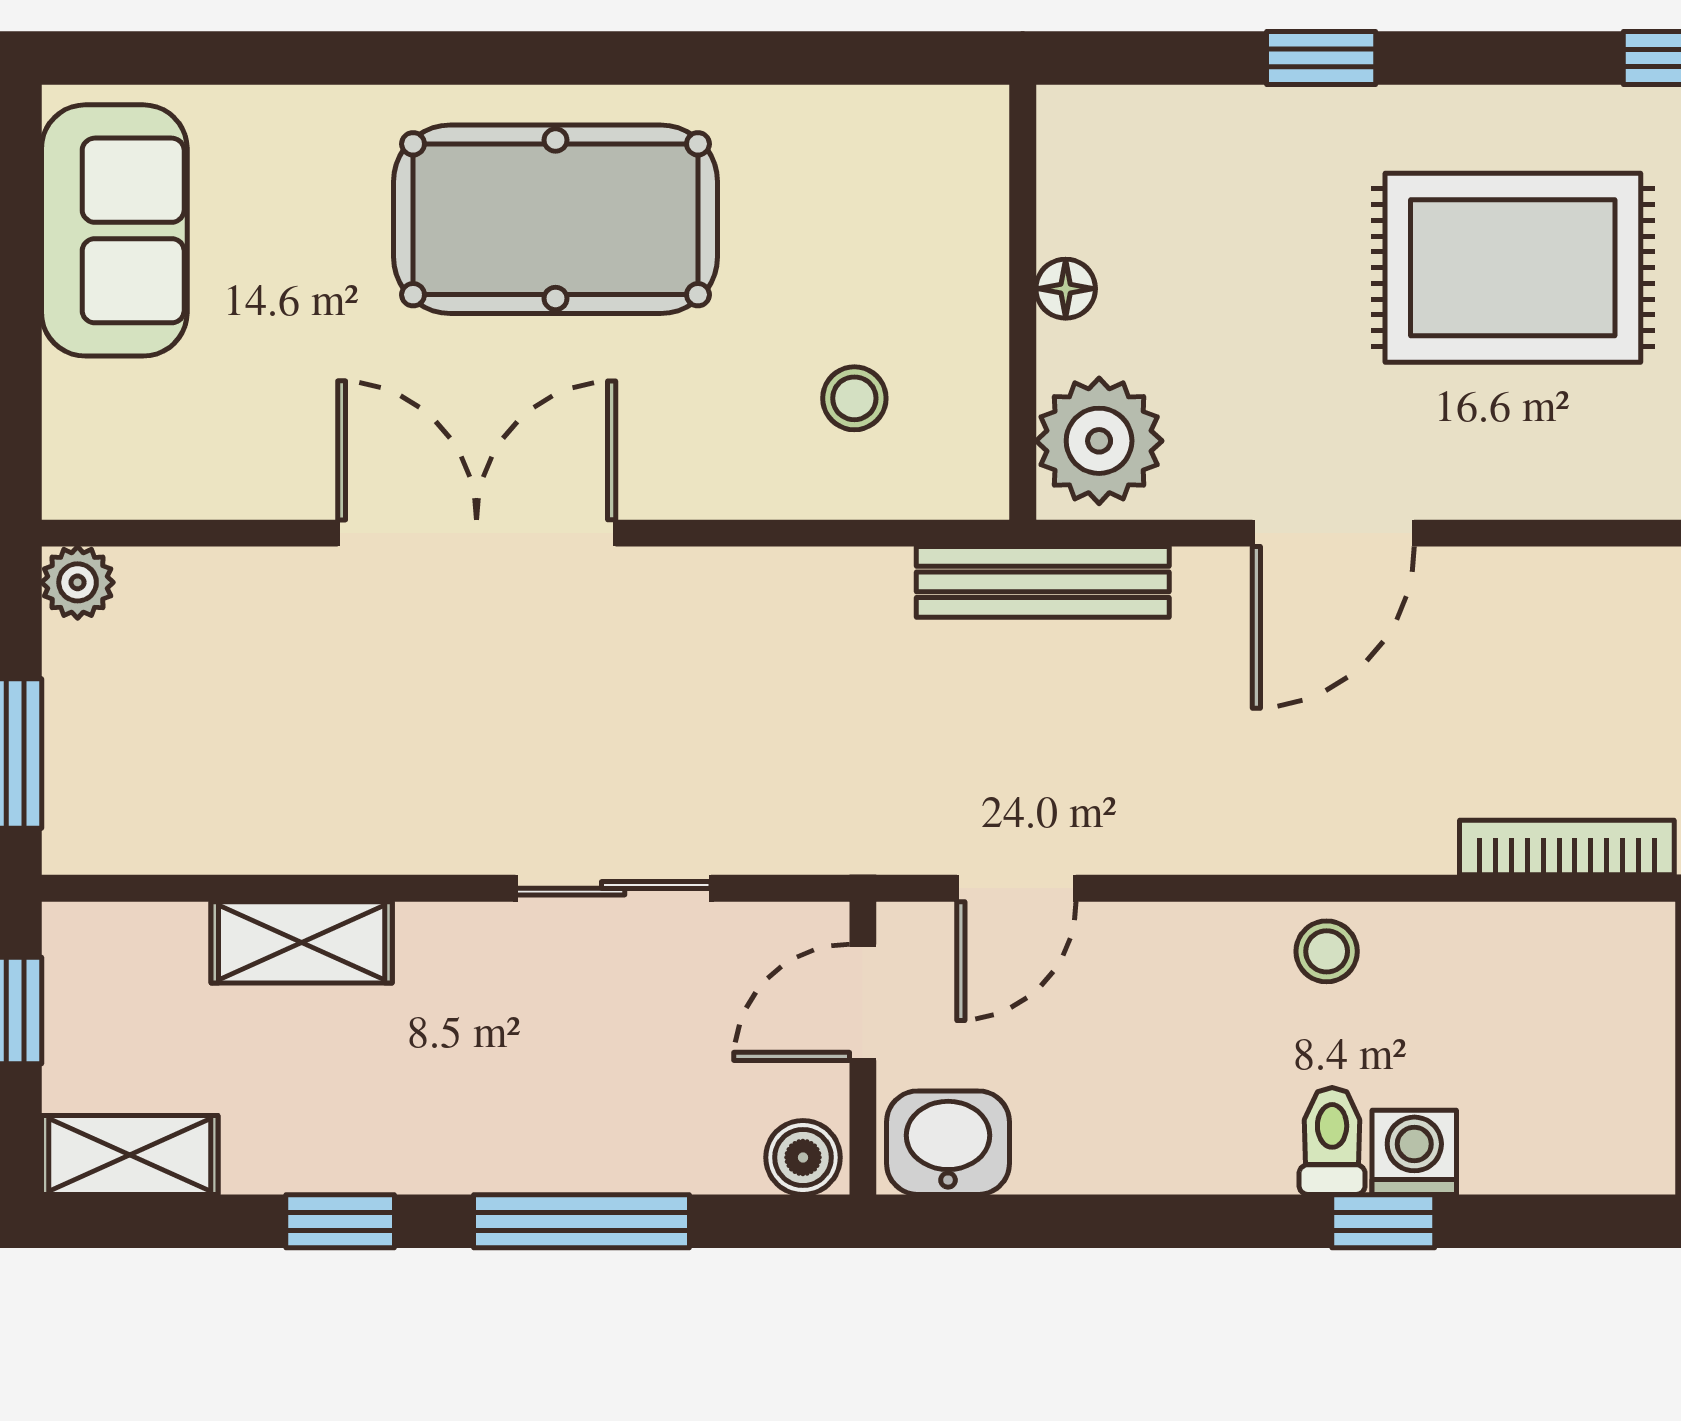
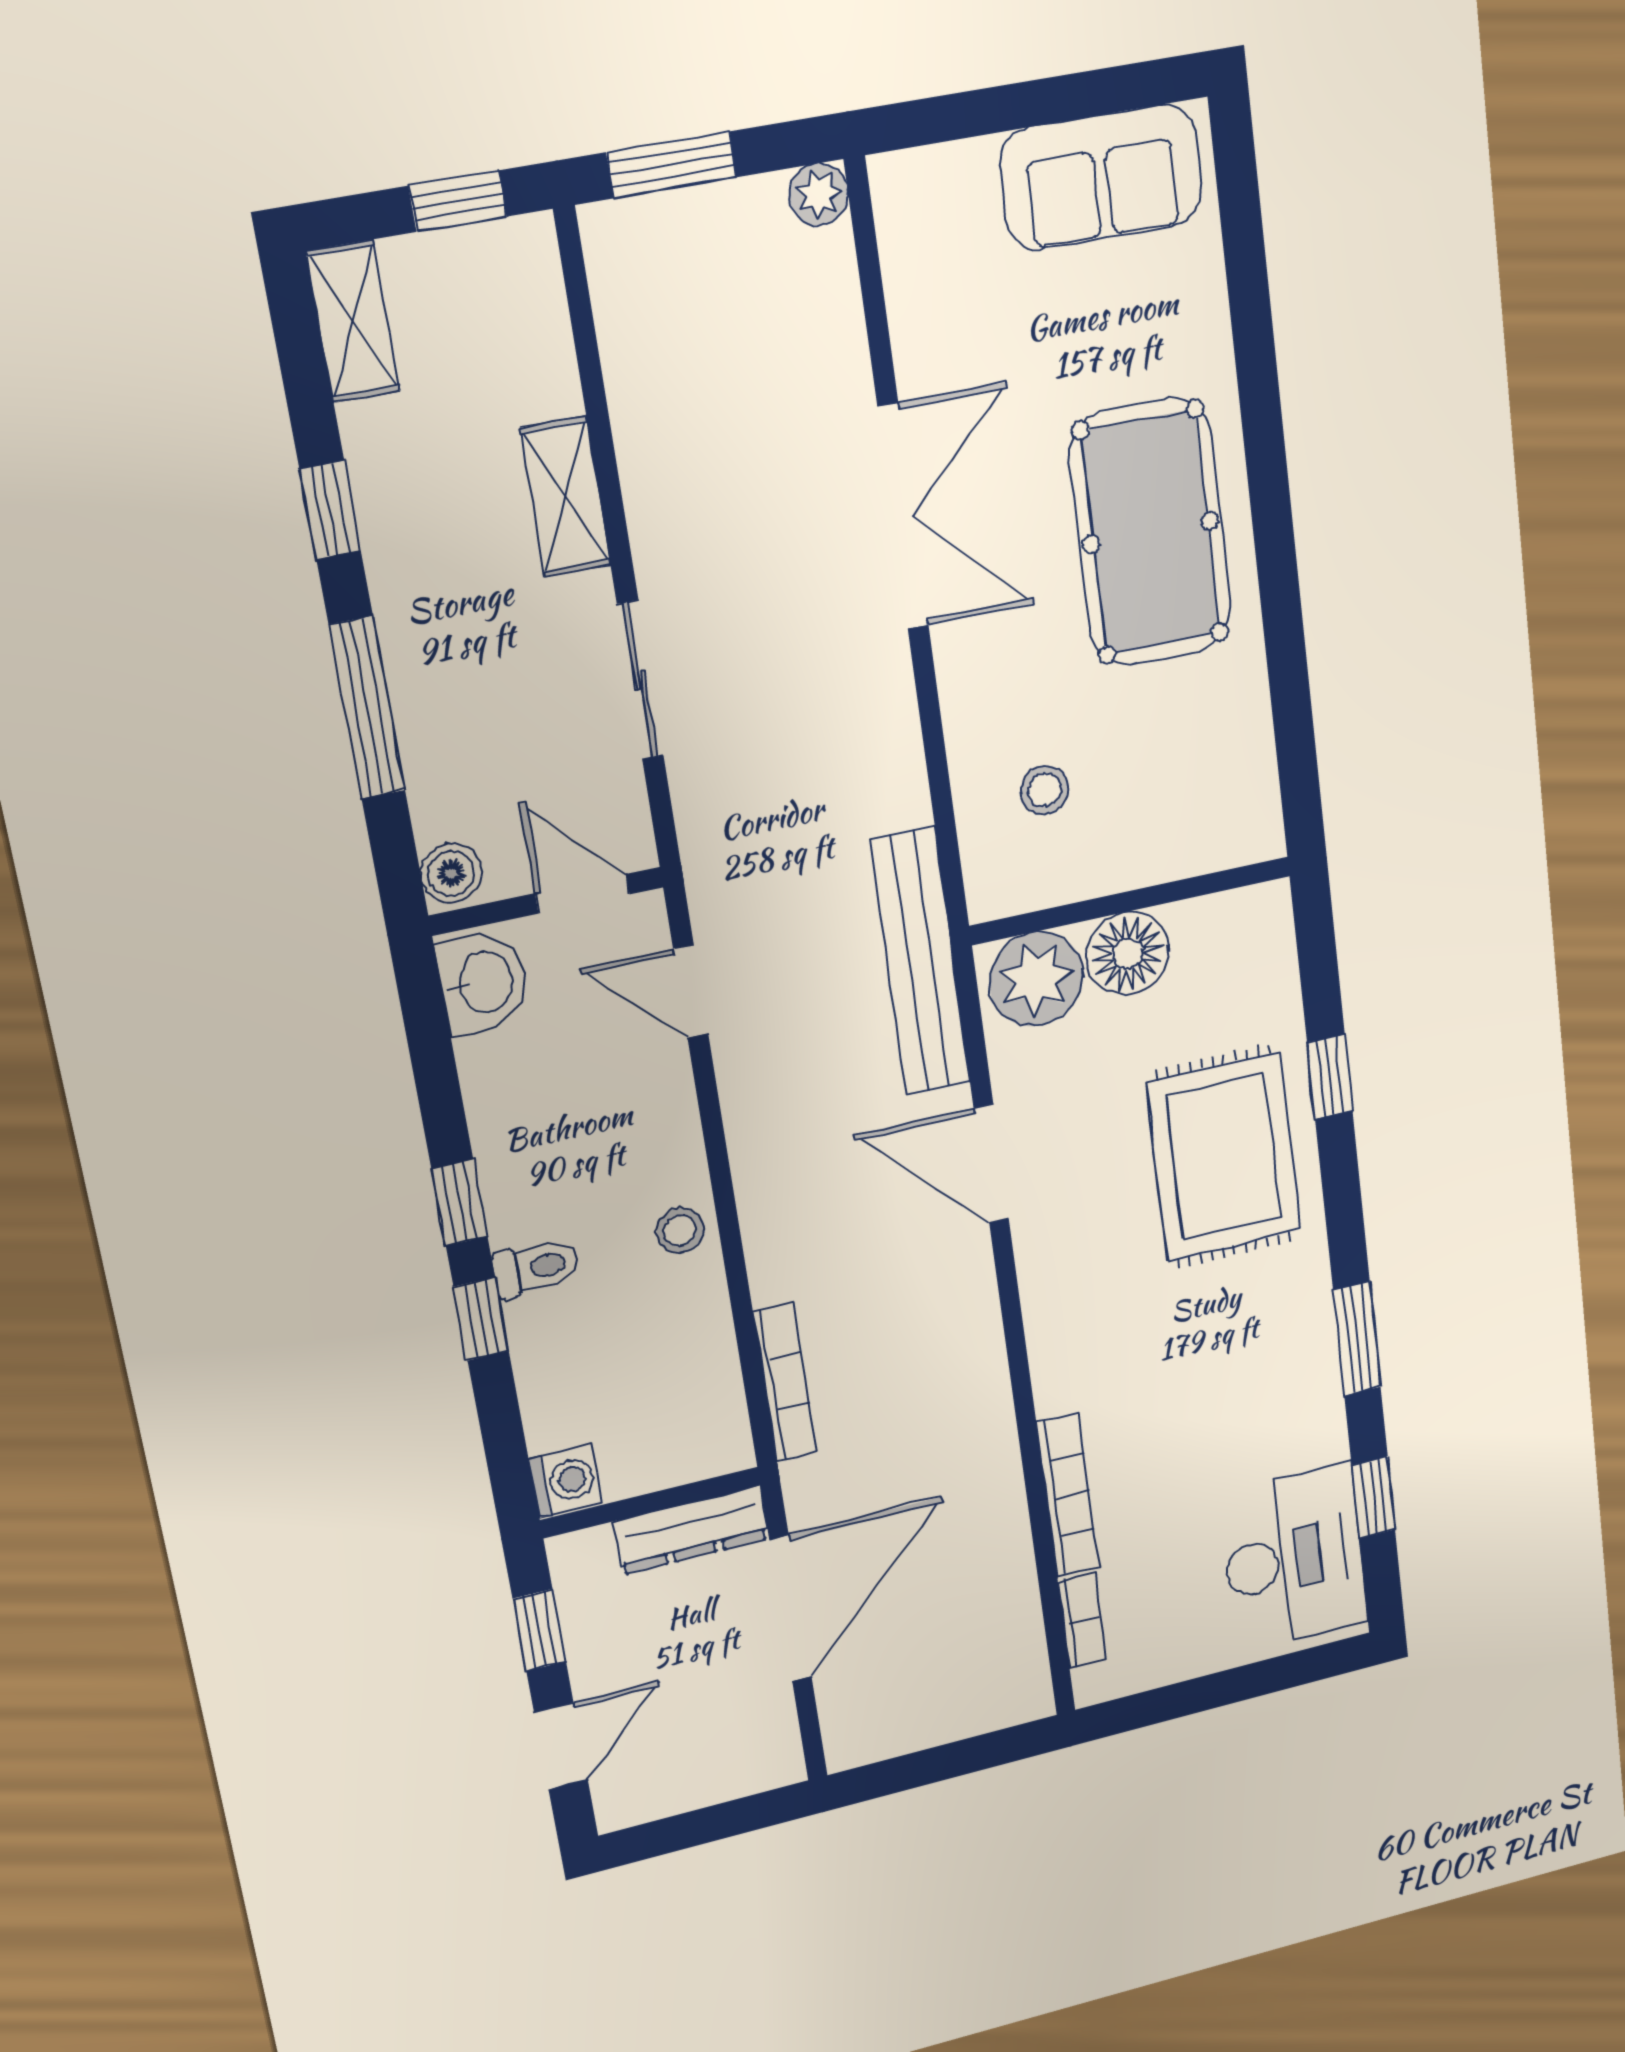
rug: (1513, 268) -> (1224, 1157), moved
floor lamp: (1066, 289) -> (1128, 954), width x1.89, depth x1.89
bench: (1043, 582) -> (920, 962), width x1.37, depth x1.21
shelving: (302, 942) -> (566, 497), moved
washing machine: (1414, 1152) -> (566, 1481), moved
window: (1224, 1221) -> (460, 1203), added

